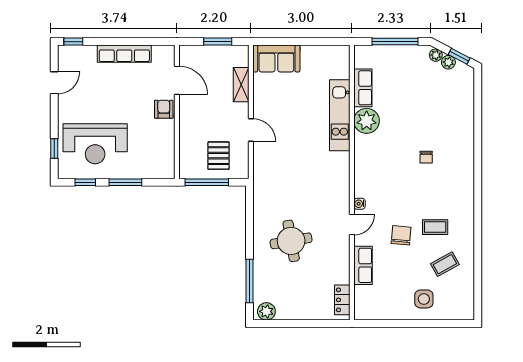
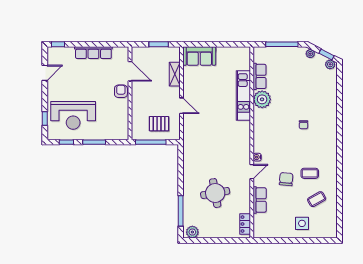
plant: (448, 62) -> (330, 64), moved
pallet: (219, 156) -> (159, 124), turned 90
round table: (291, 241) -> (215, 193), moved

